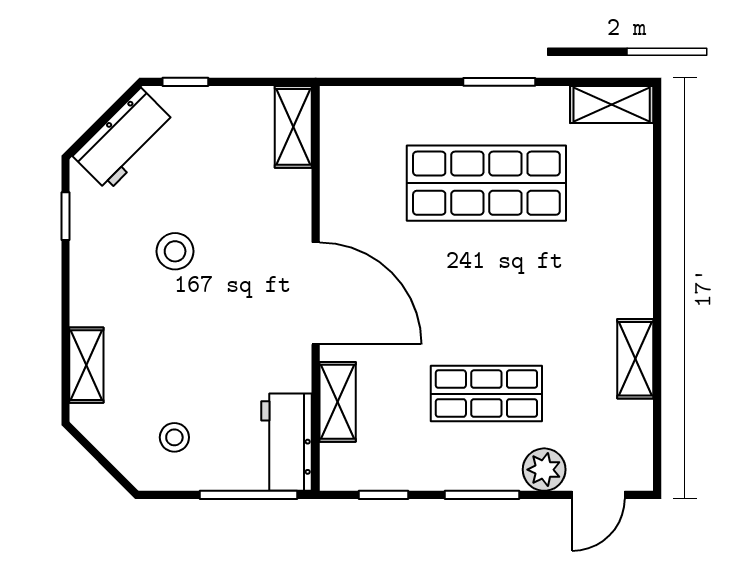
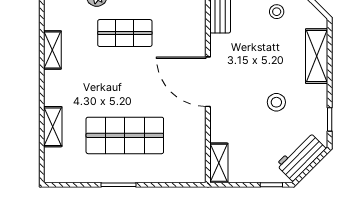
shelving: (612, 105) -> (53, 127), moved, turned 90
shelving: (86, 365) -> (317, 56), width x1.50, depth x1.33
shelving: (338, 402) -> (197, 29), removed

